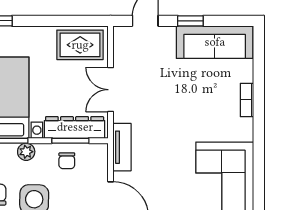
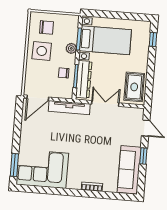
tv unit: (122, 147) -> (69, 108), width x1.41

